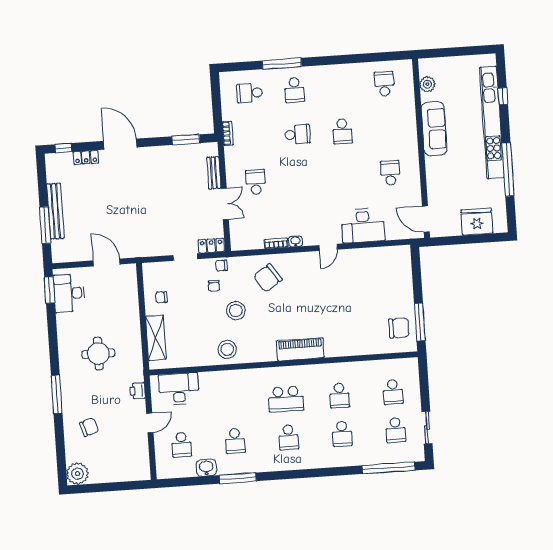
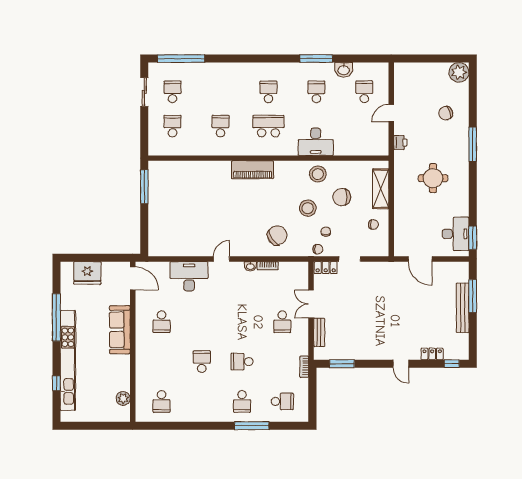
school desk: (294, 90) -> (242, 401), turned 180
sofa: (434, 129) -> (120, 330), moved
door: (120, 144) -> (401, 364), width x0.53
chair: (399, 328) -> (342, 197), moved
desk: (179, 389) -> (316, 142), moved
school desk: (342, 434) -> (220, 92), removed

